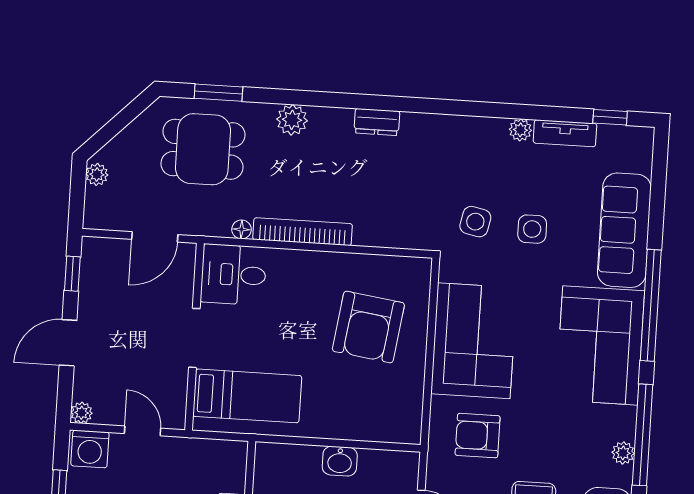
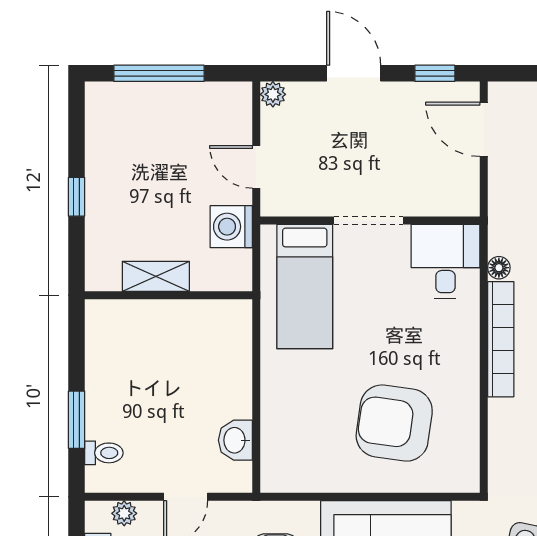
door: (155, 237) -> (484, 129), moved
door: (143, 431) -> (256, 167), swing flipped
washing machine: (90, 449) -> (231, 227), moved
washbasin: (340, 461) -> (235, 440), moved

